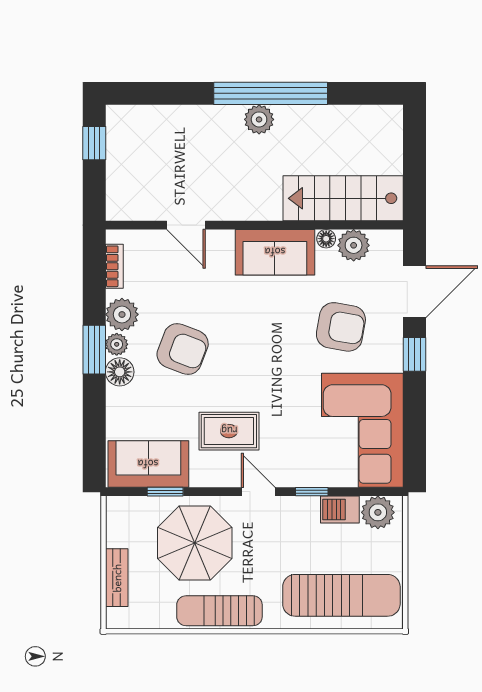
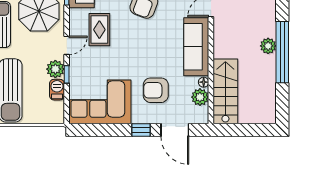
sofa: (275, 252) -> (196, 47), width x1.36
armchair: (341, 327) -> (156, 90), turned 80
plant: (378, 512) -> (55, 69), moved

